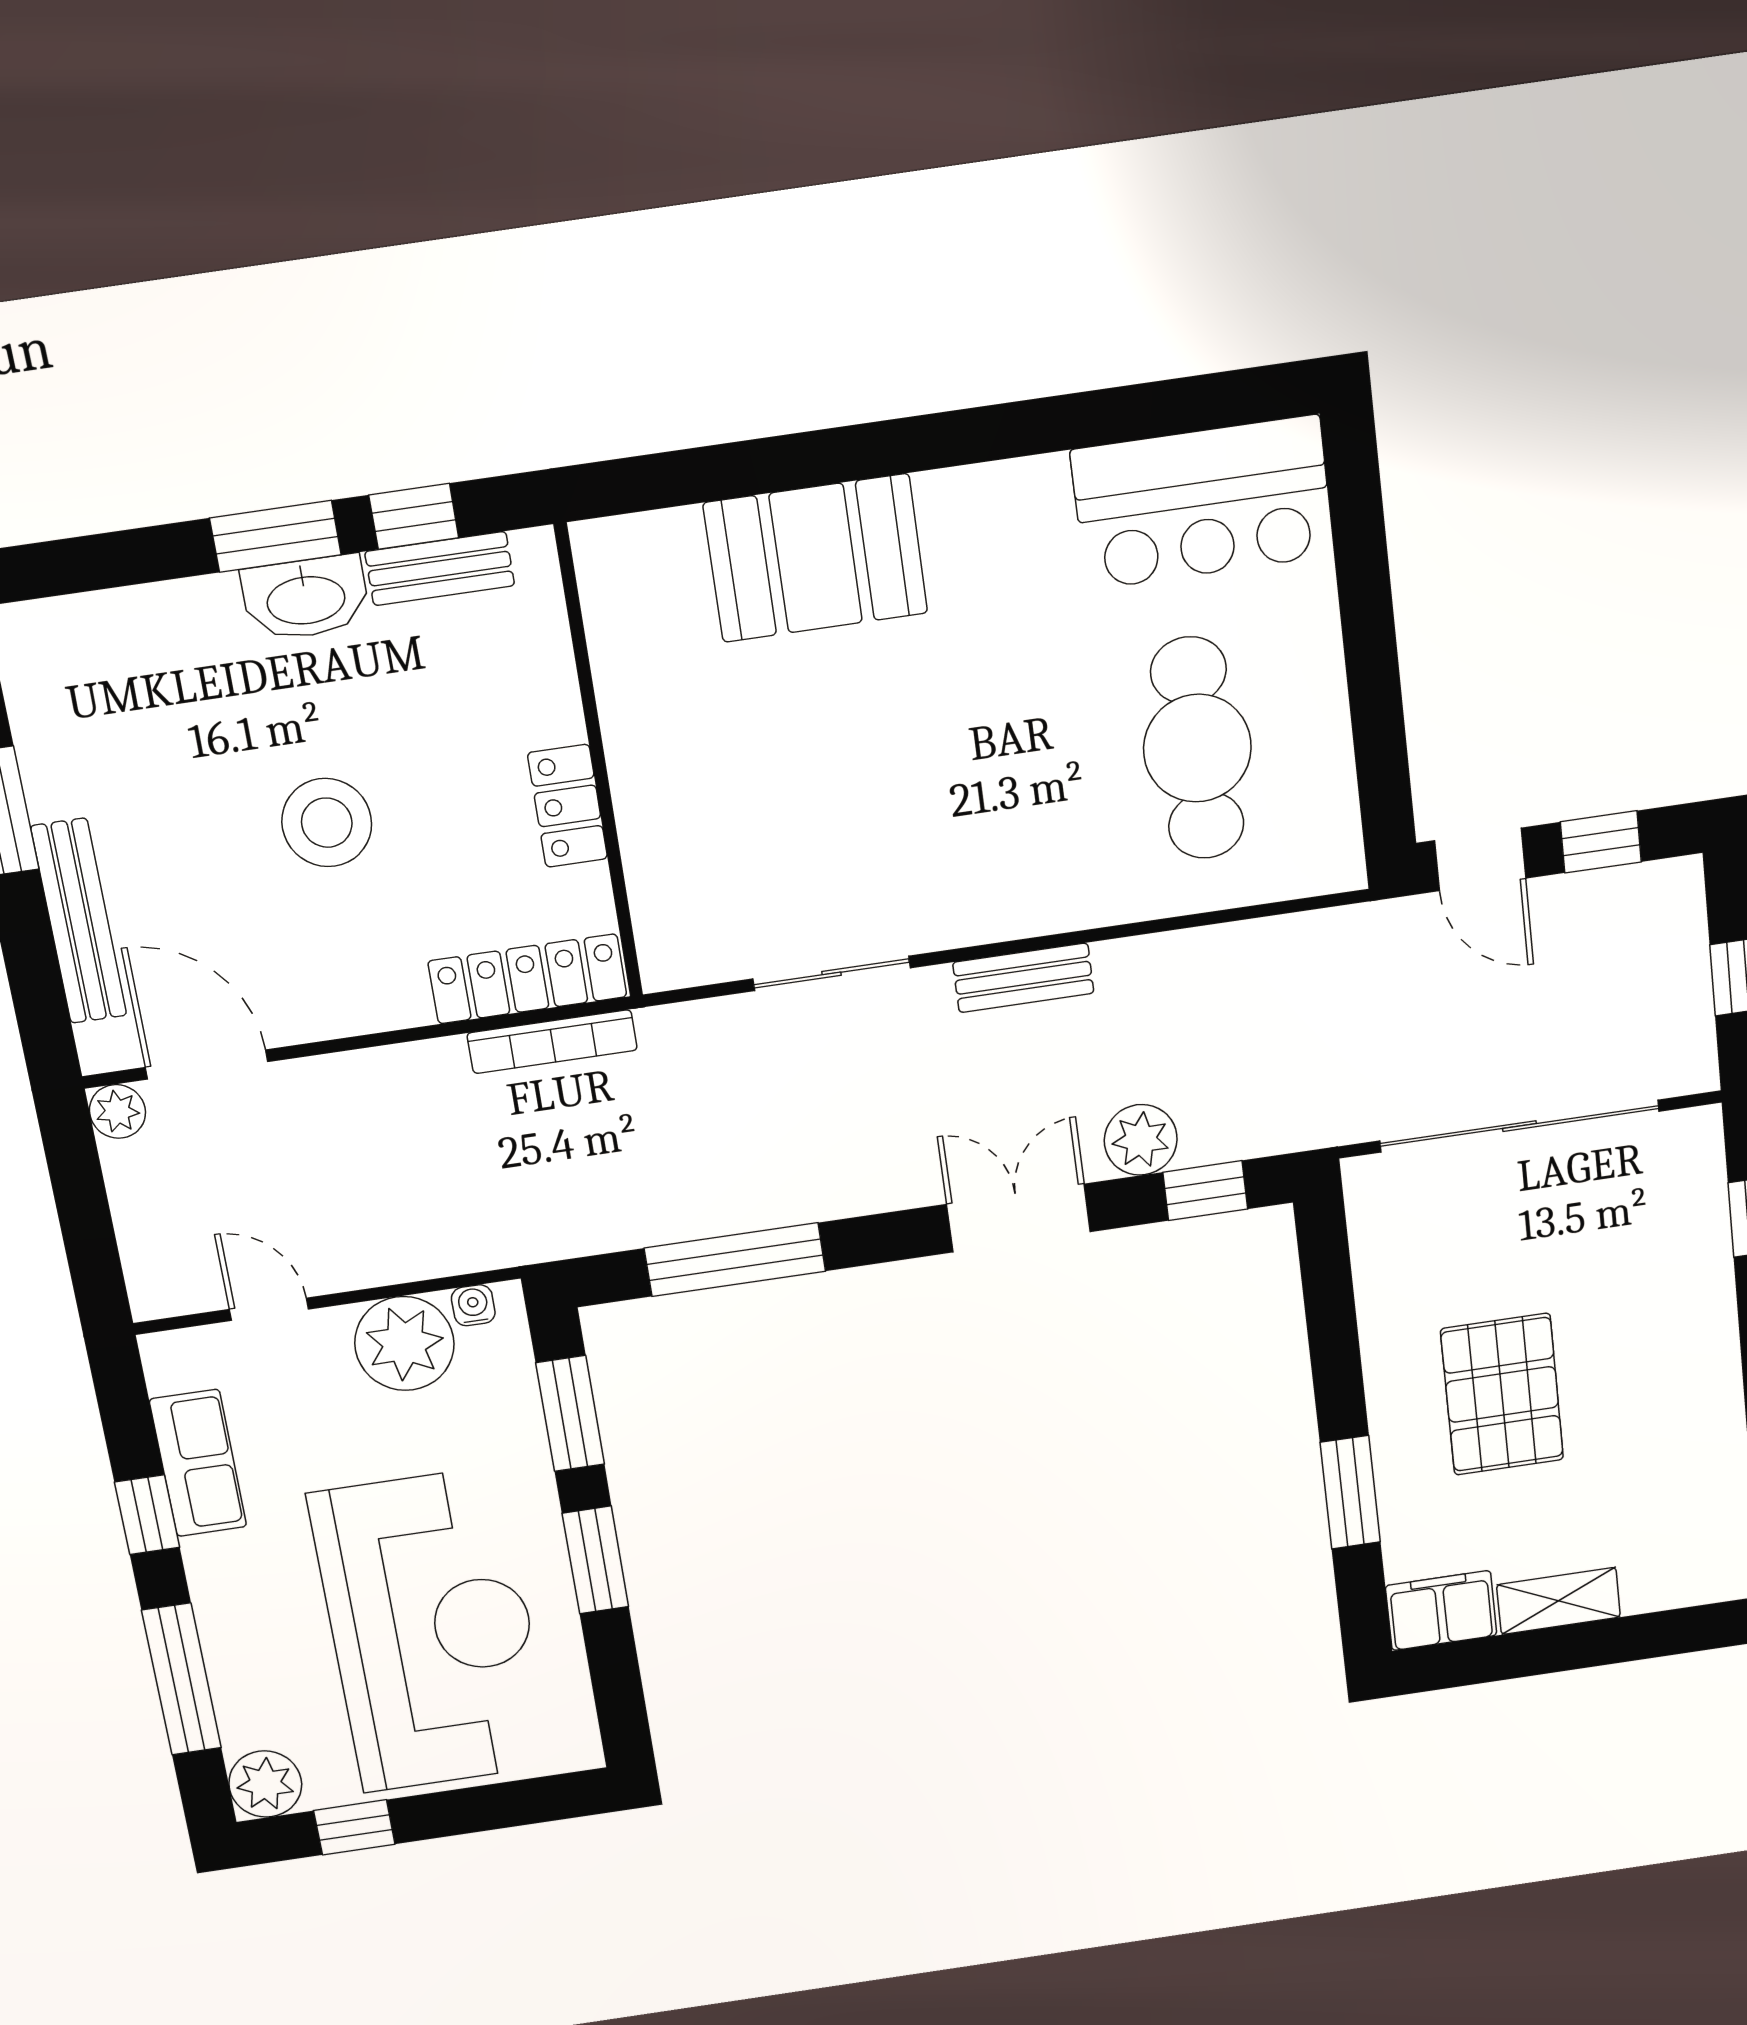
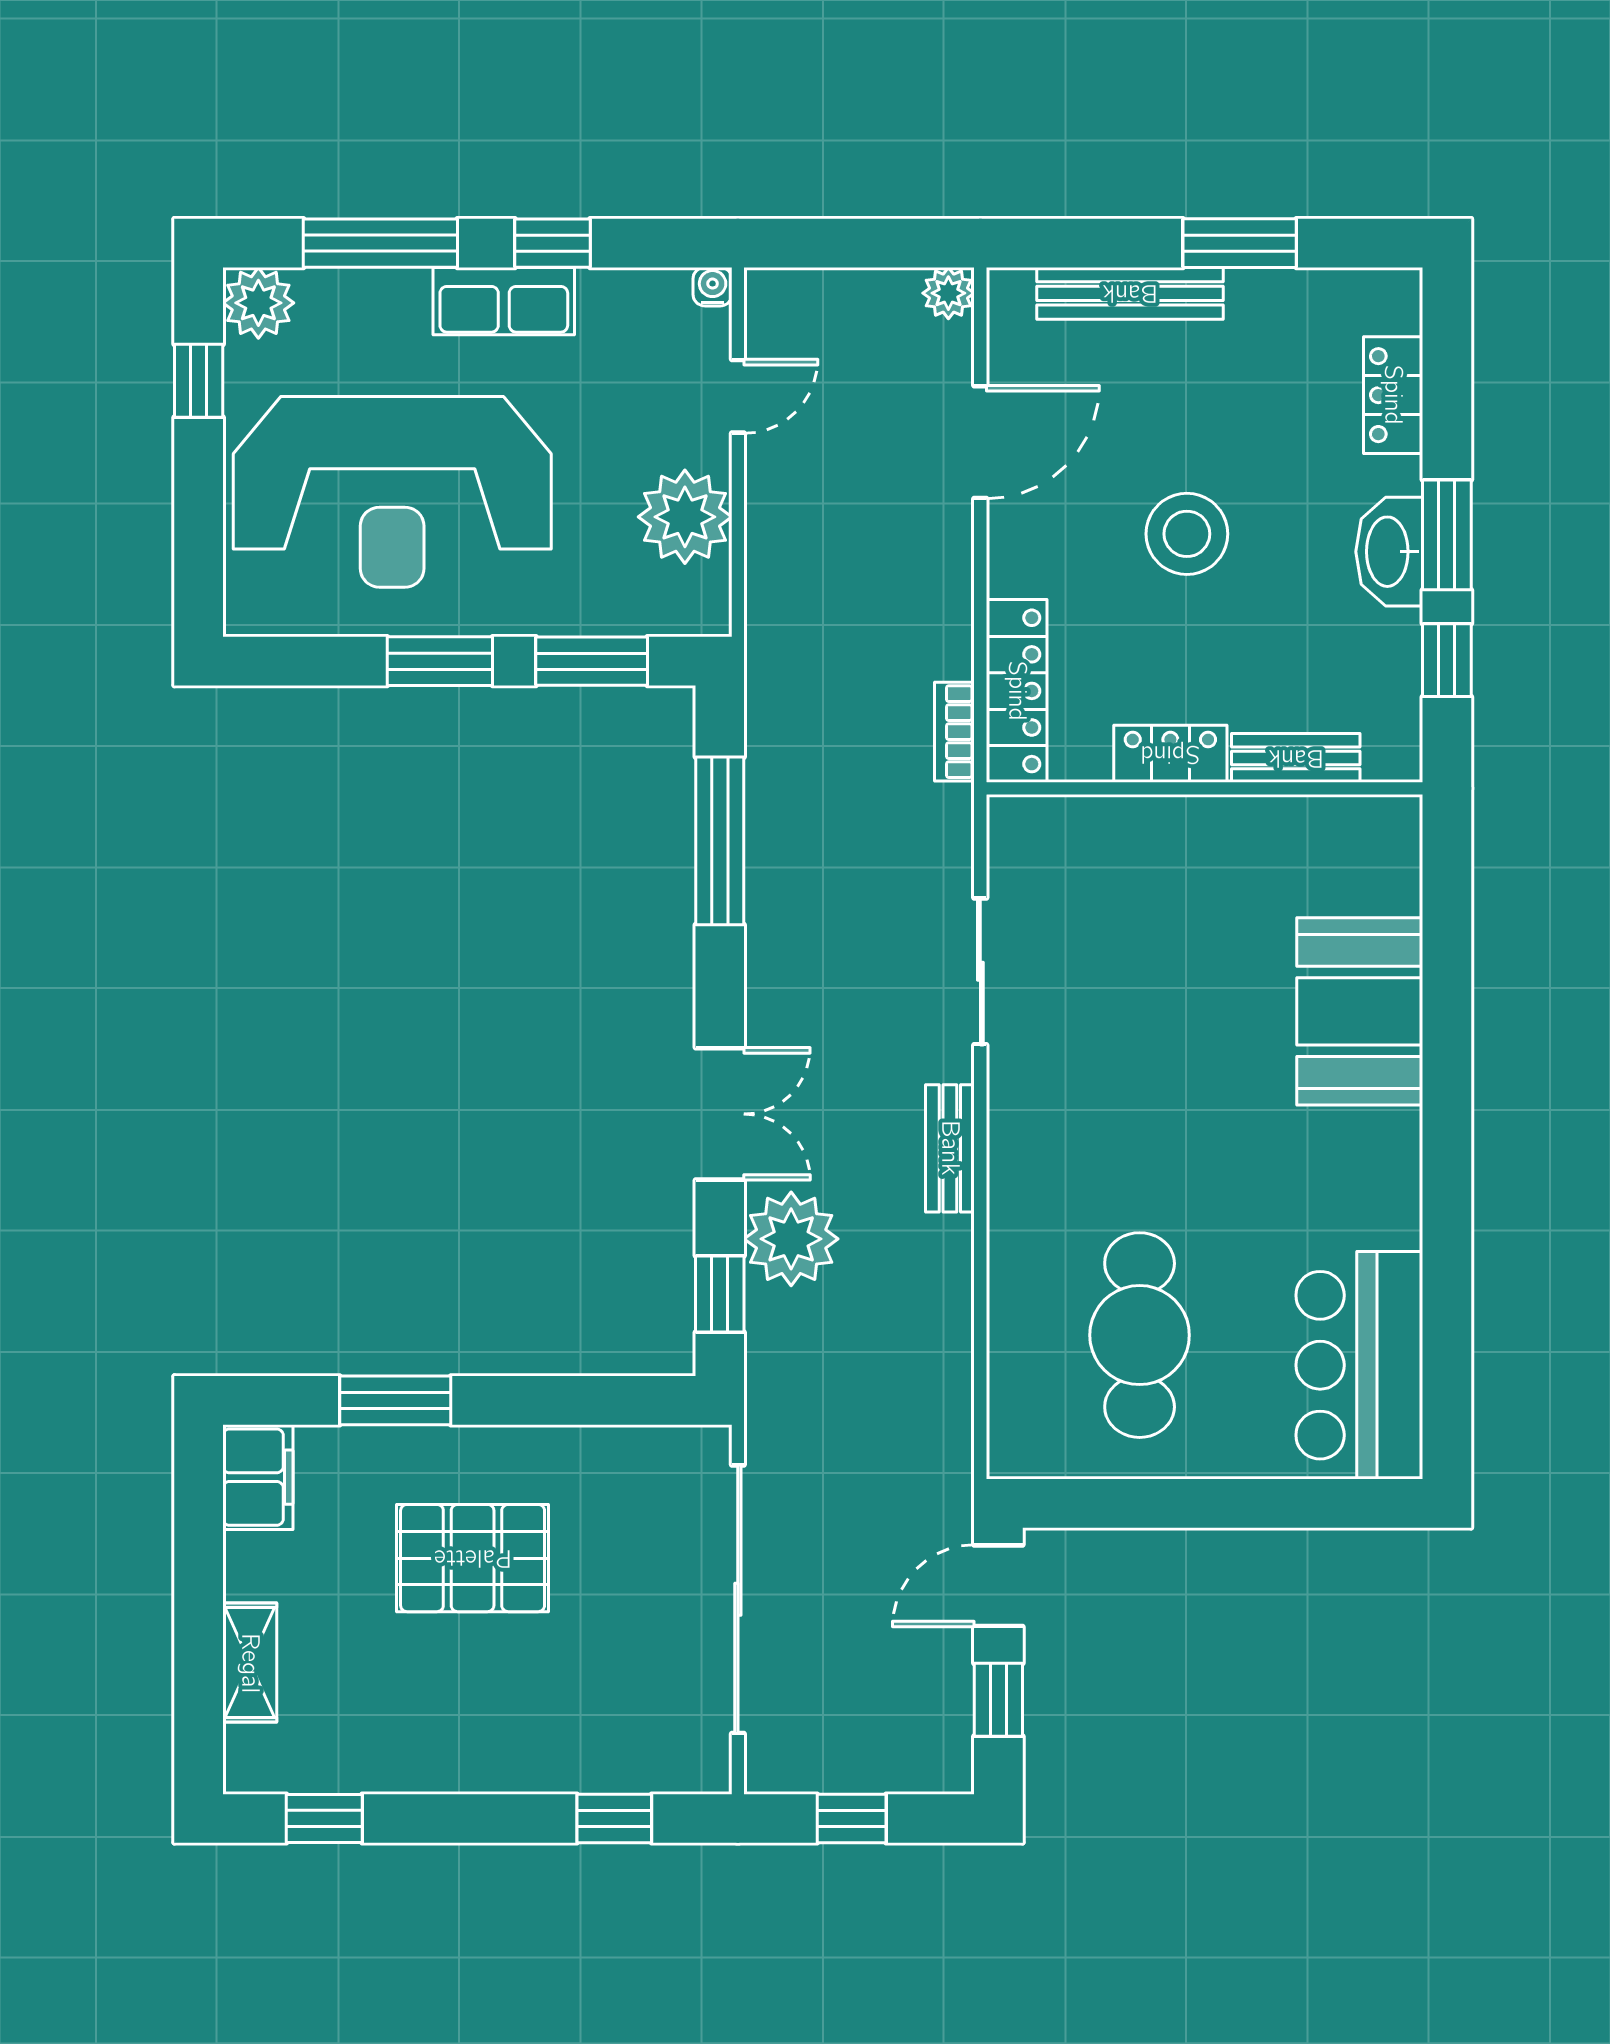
bench: (440, 569) -> (1296, 758), moved, turned 90
locker: (132, 619) -> (1393, 395), added
cafe table: (1197, 748) -> (1140, 1335), turned 90
bookcase: (552, 1042) -> (954, 732), width x0.64
door: (207, 1065) -> (980, 442), moved
plant: (1141, 1140) -> (791, 1239), width x1.36, depth x1.36
water cooler: (473, 1305) -> (713, 287), moved, turned -90
row of seats: (198, 1463) -> (504, 301), moved
shelving: (1559, 1601) -> (250, 1663), moved

